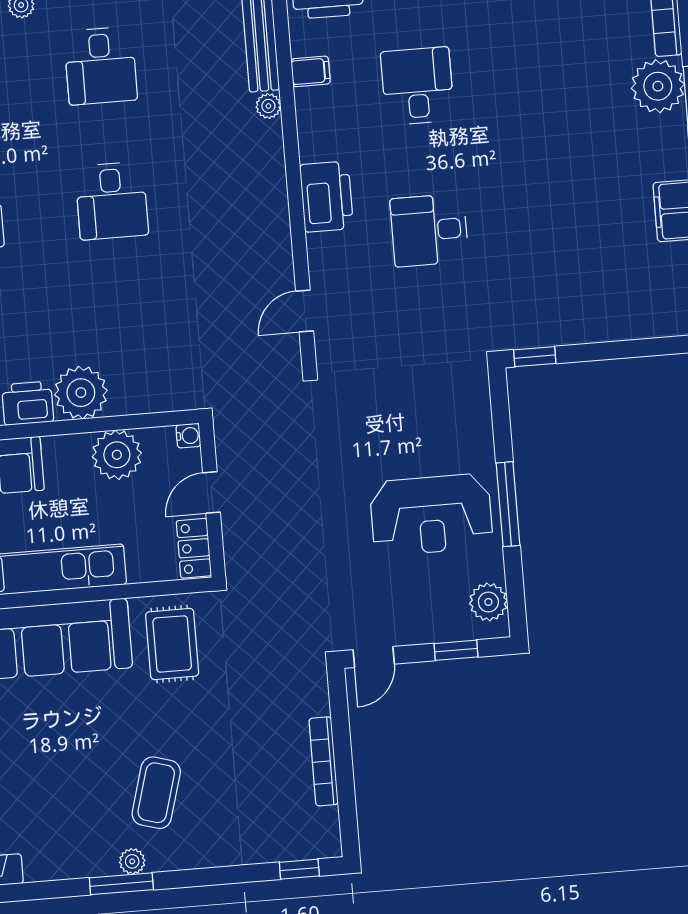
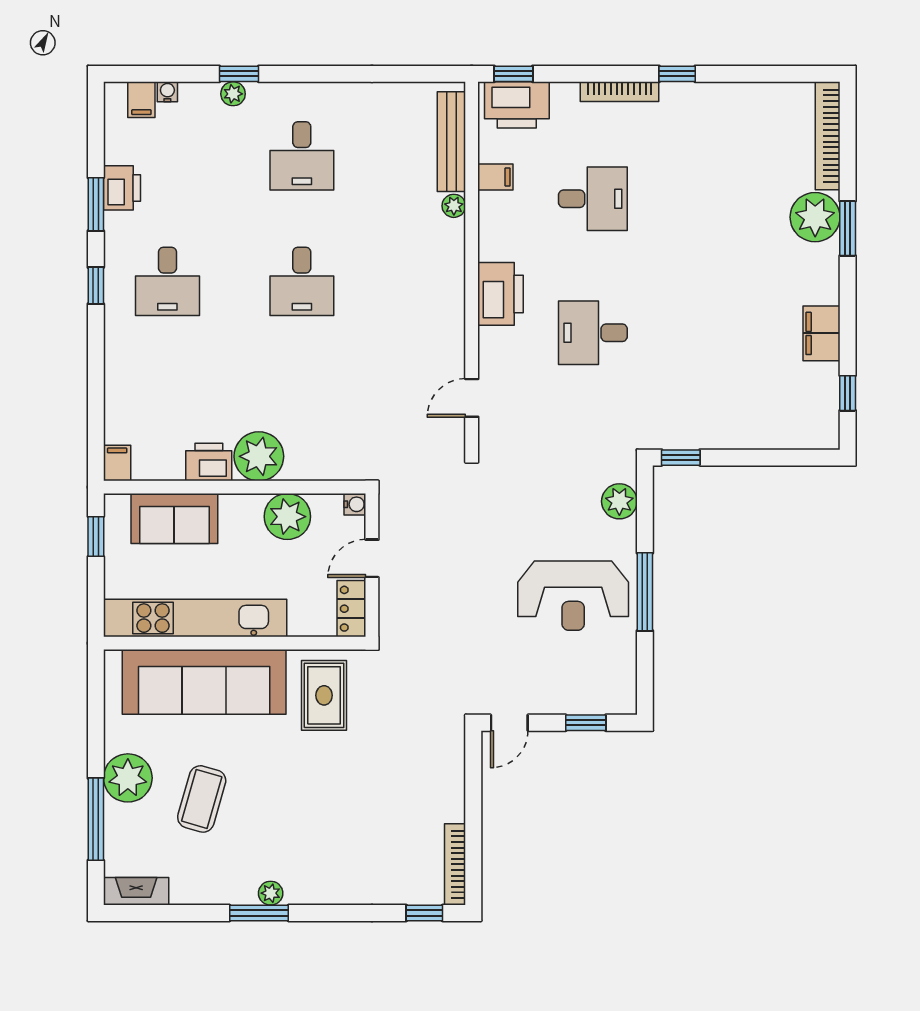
desk: (417, 86) -> (593, 199), turned 90
plant: (488, 602) -> (619, 501), moved
bookcase: (324, 761) -> (455, 864), moved
coffee table: (156, 793) -> (202, 799), moved

